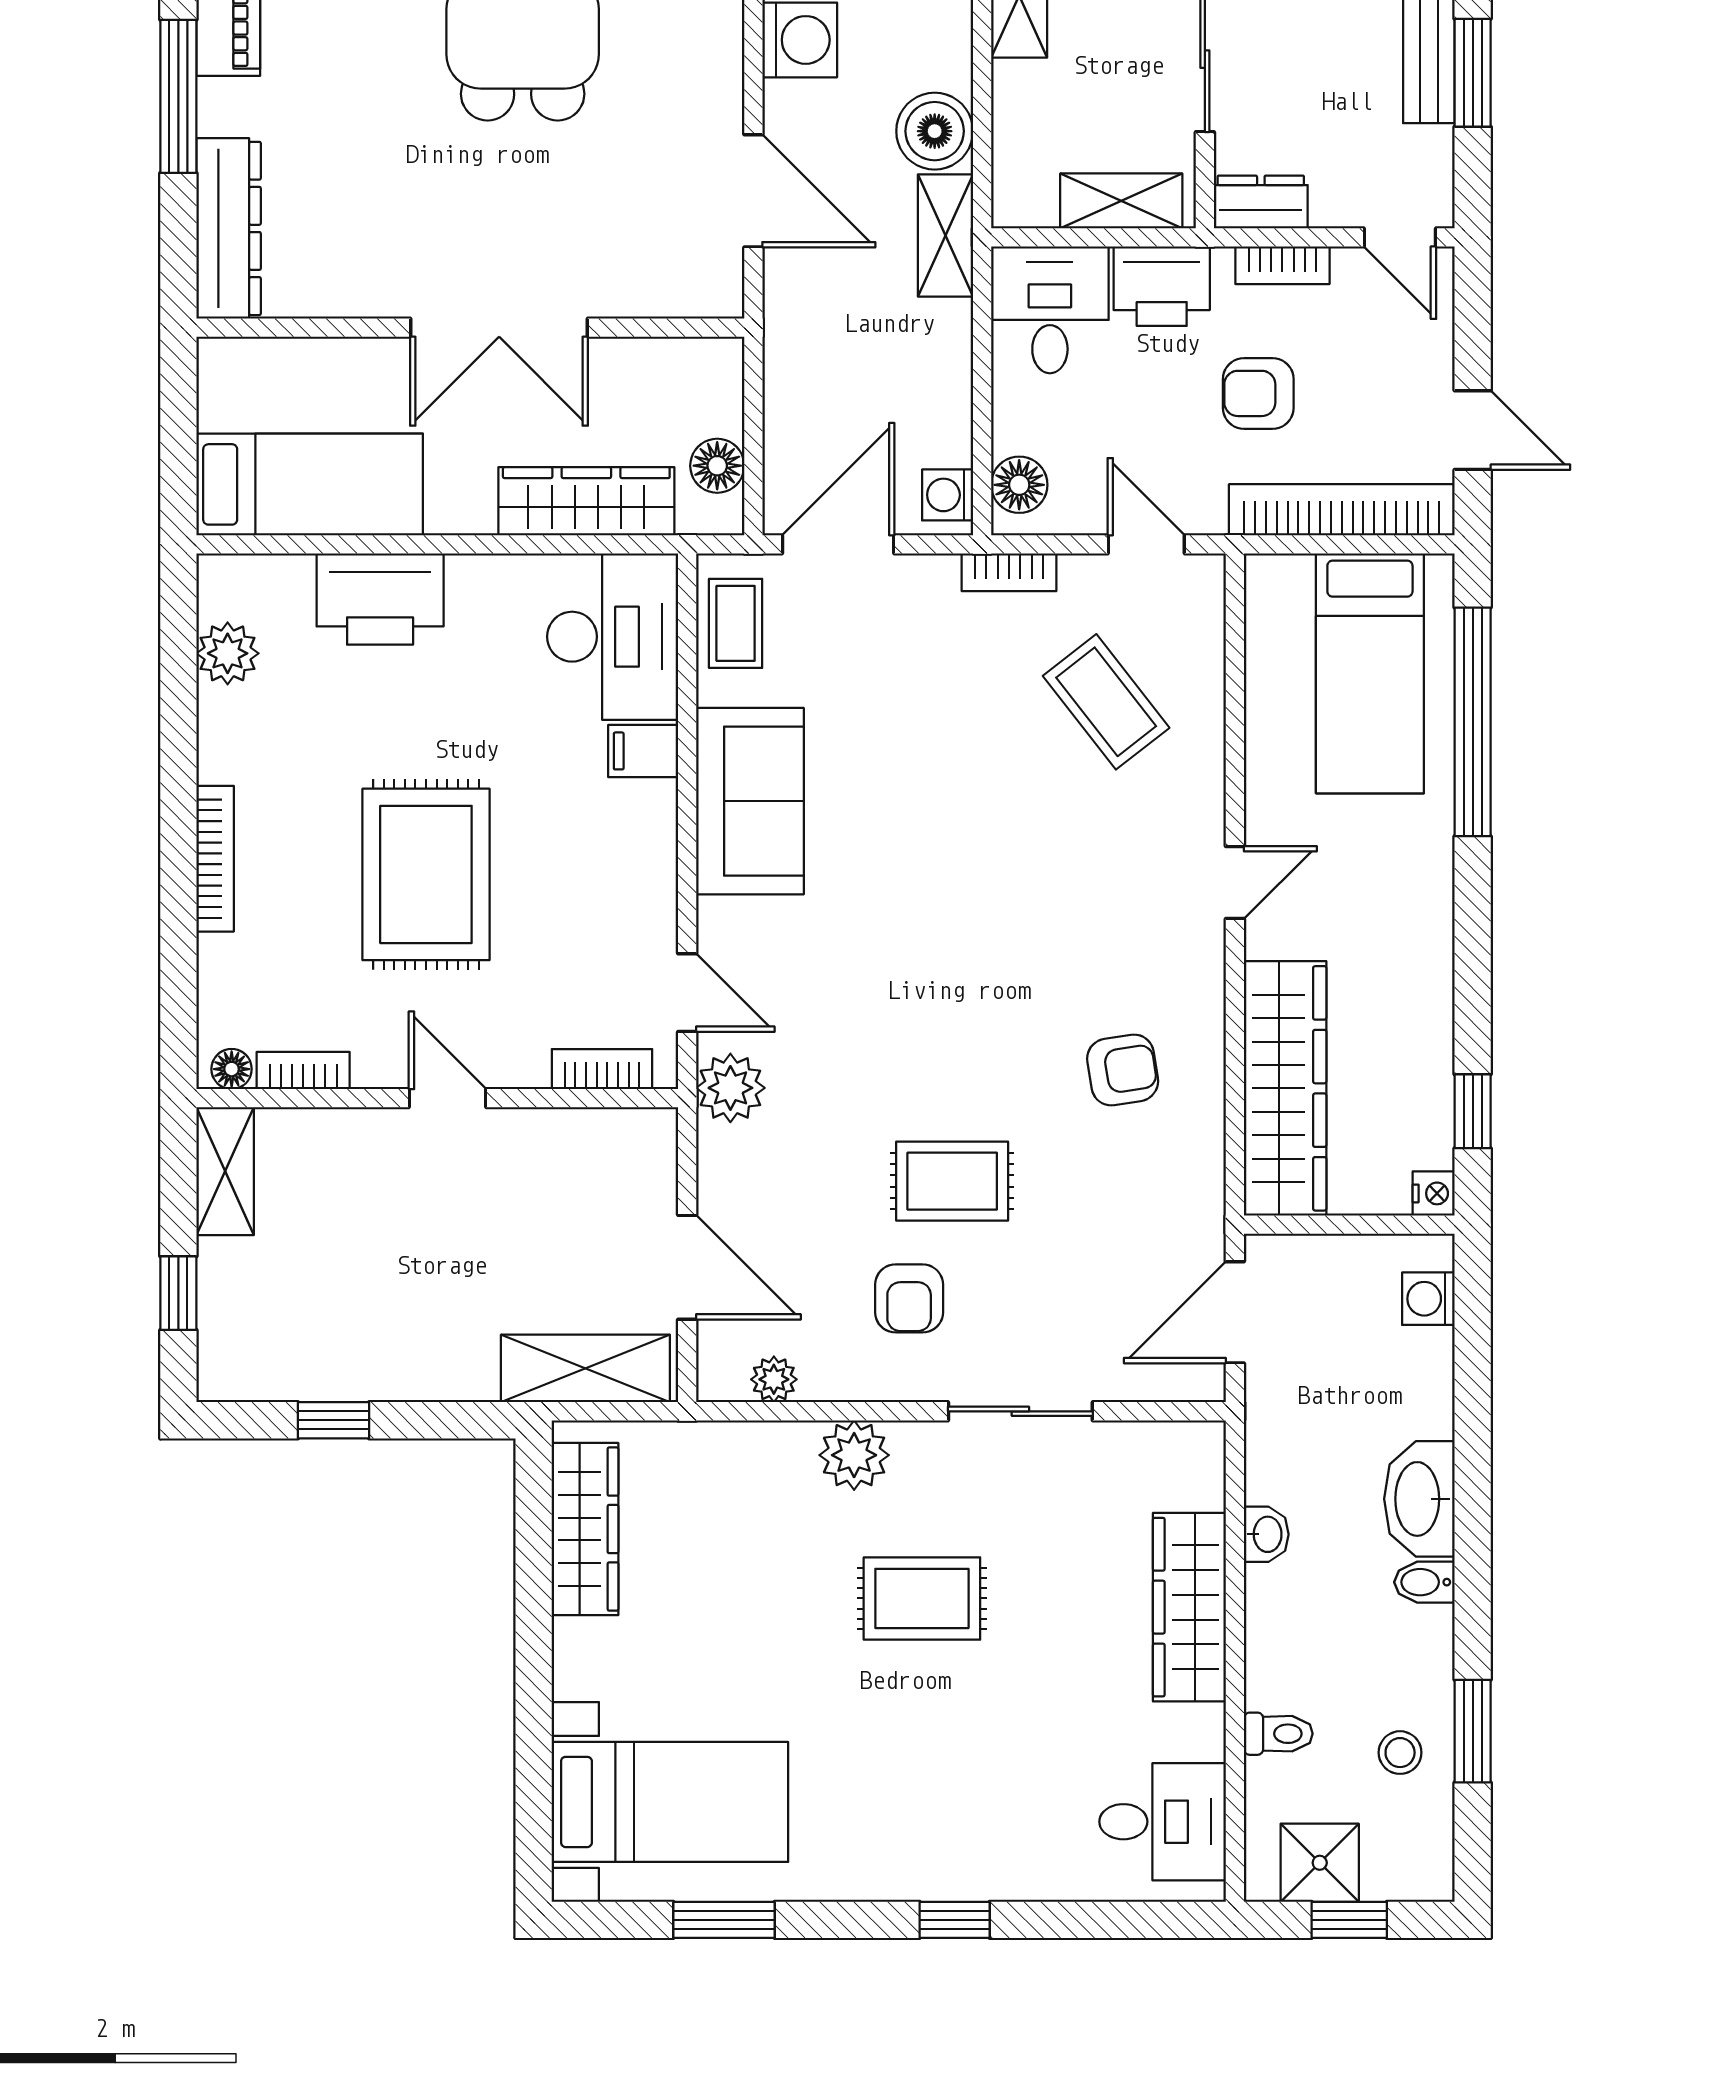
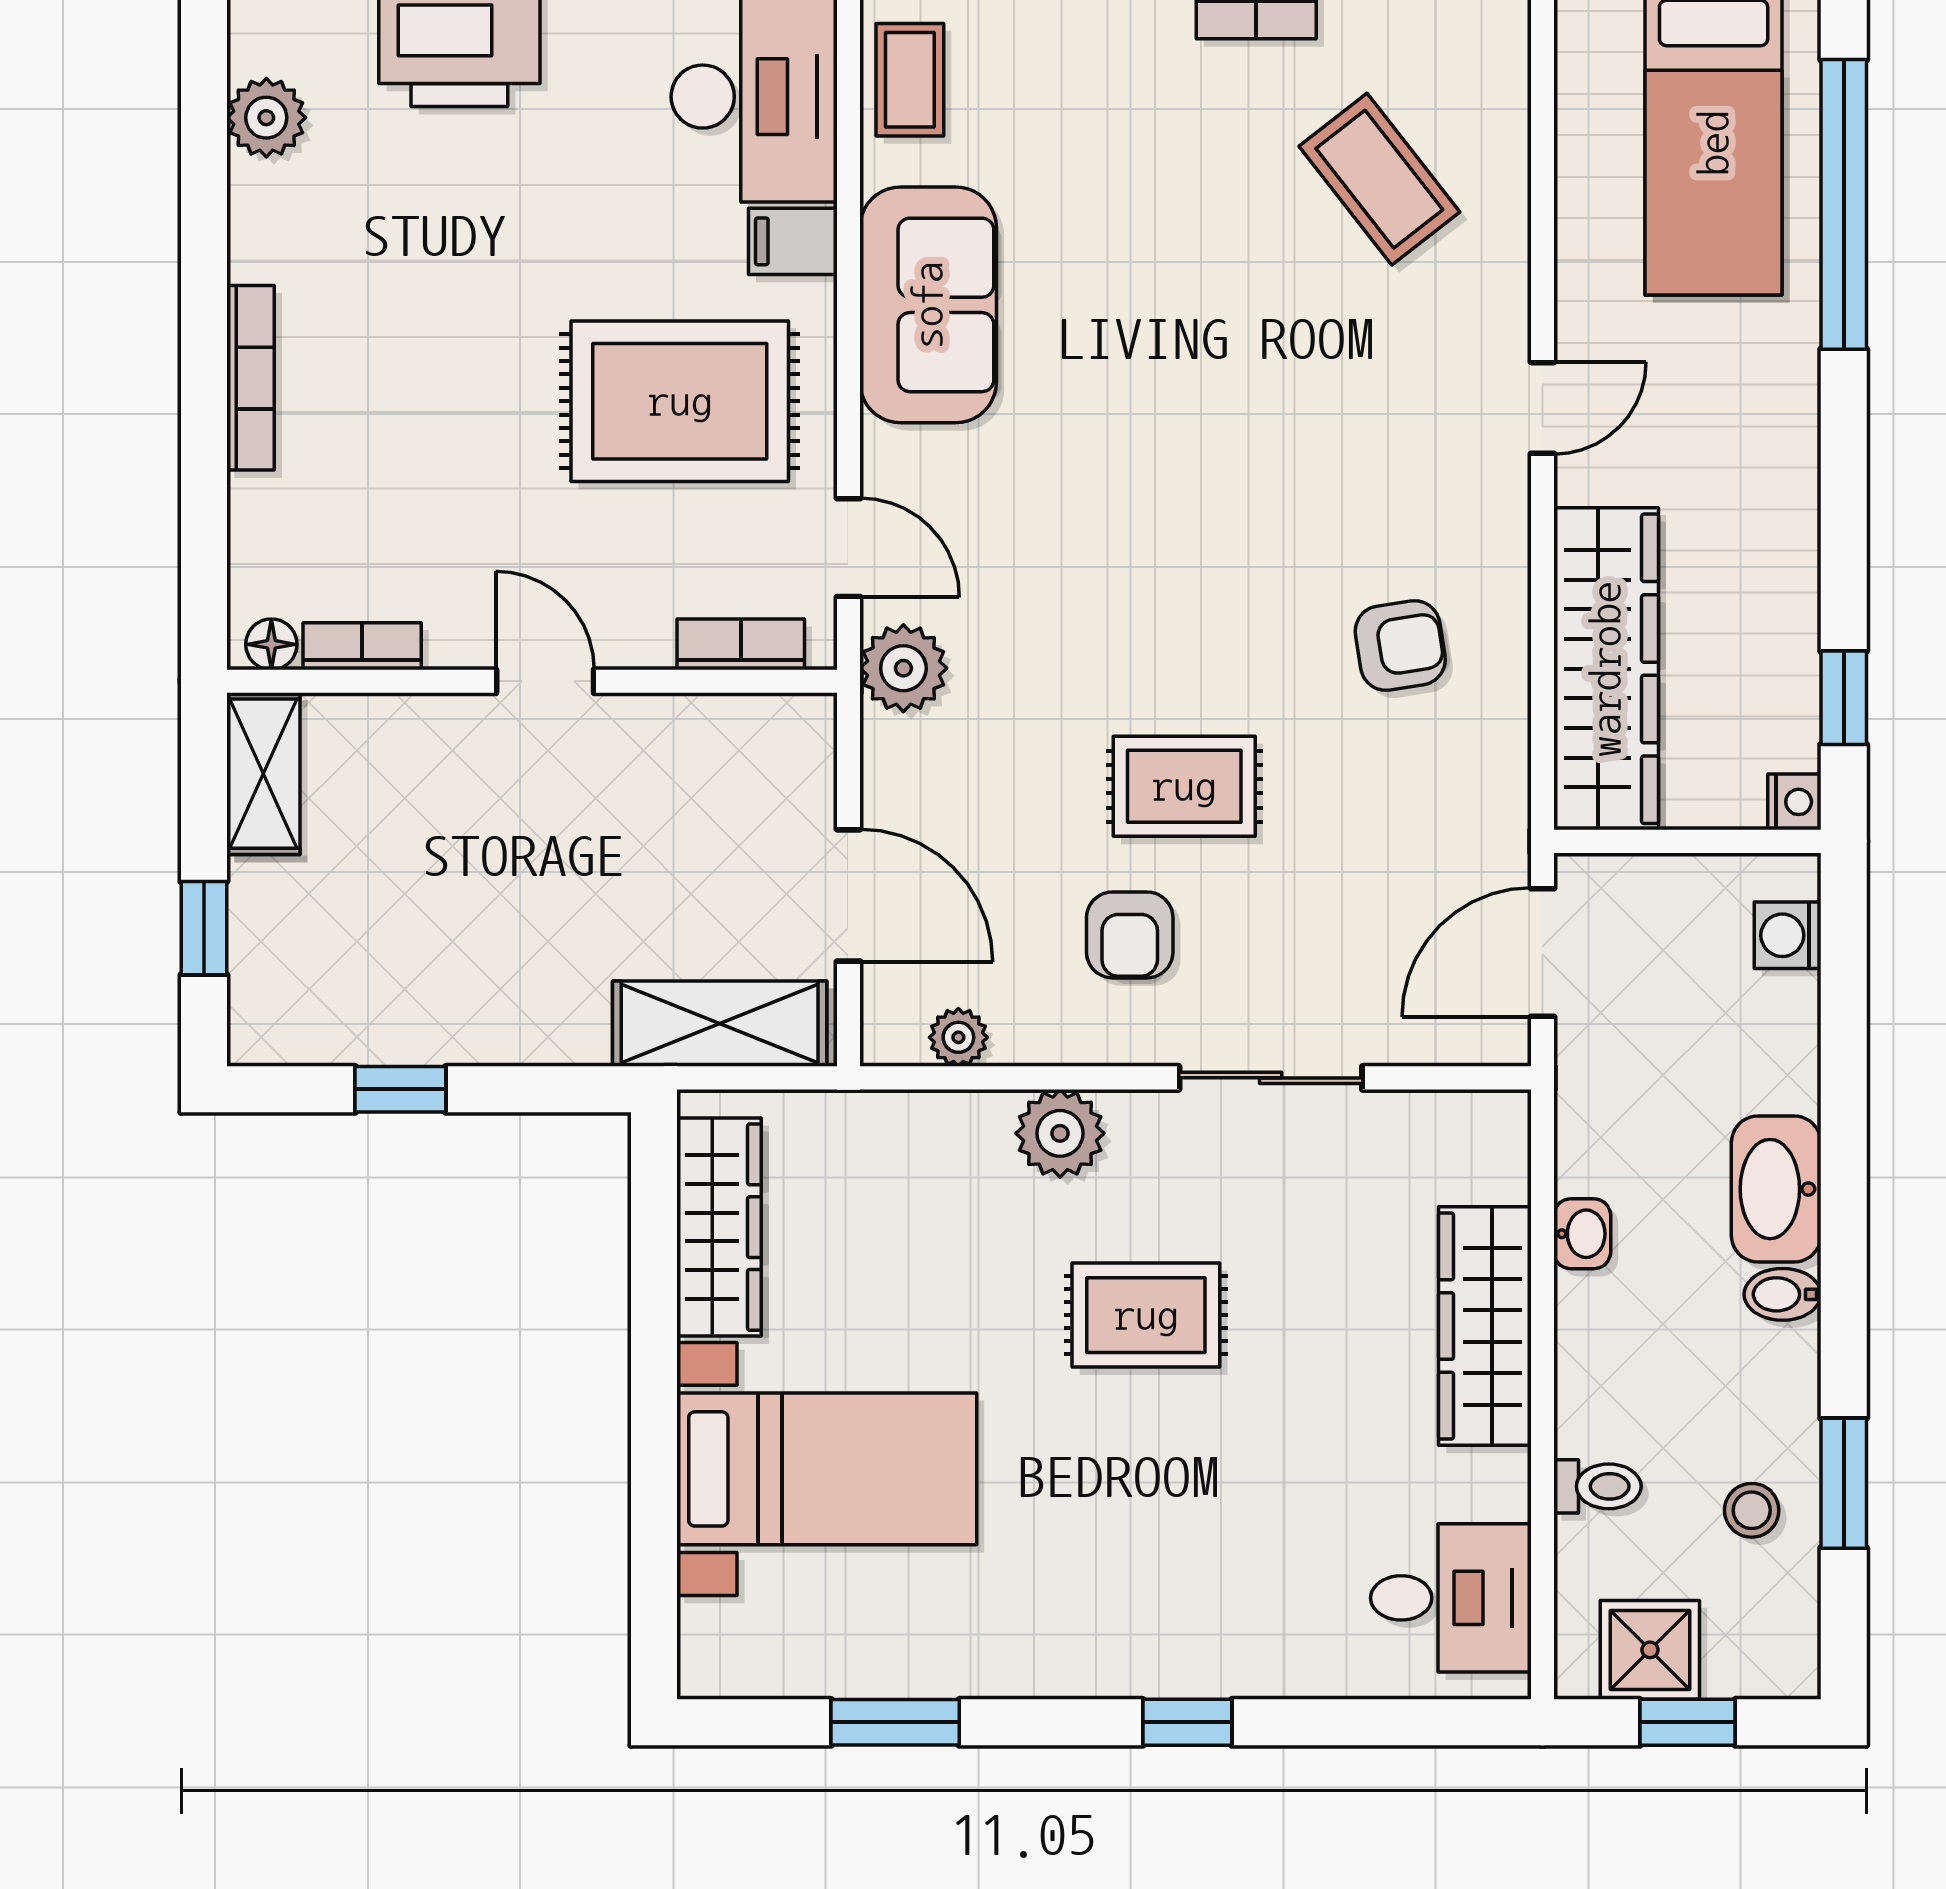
rug: (426, 874) -> (680, 401), moved, turned 90
bed with nightstands: (670, 1802) -> (827, 1469), moved

